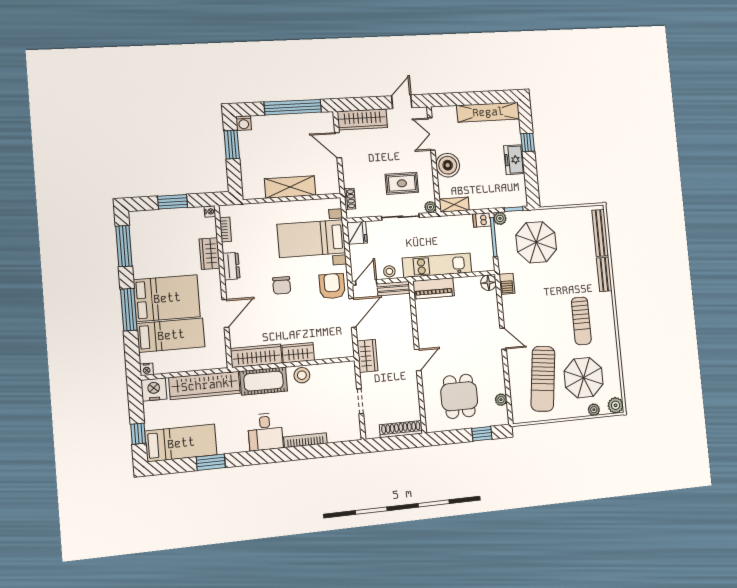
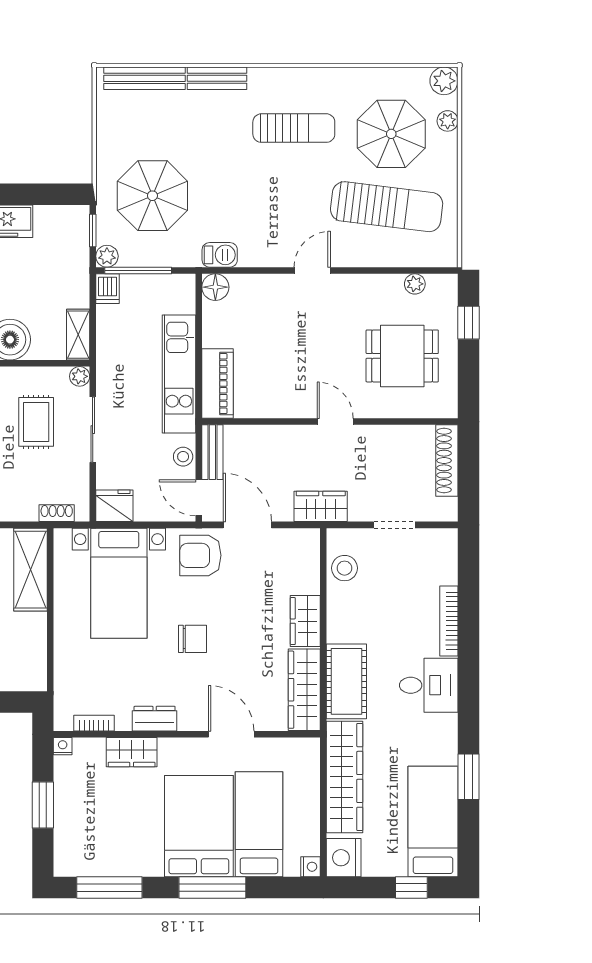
shelving: (290, 187) -> (31, 570), moved
stool: (302, 375) -> (345, 568), moved

